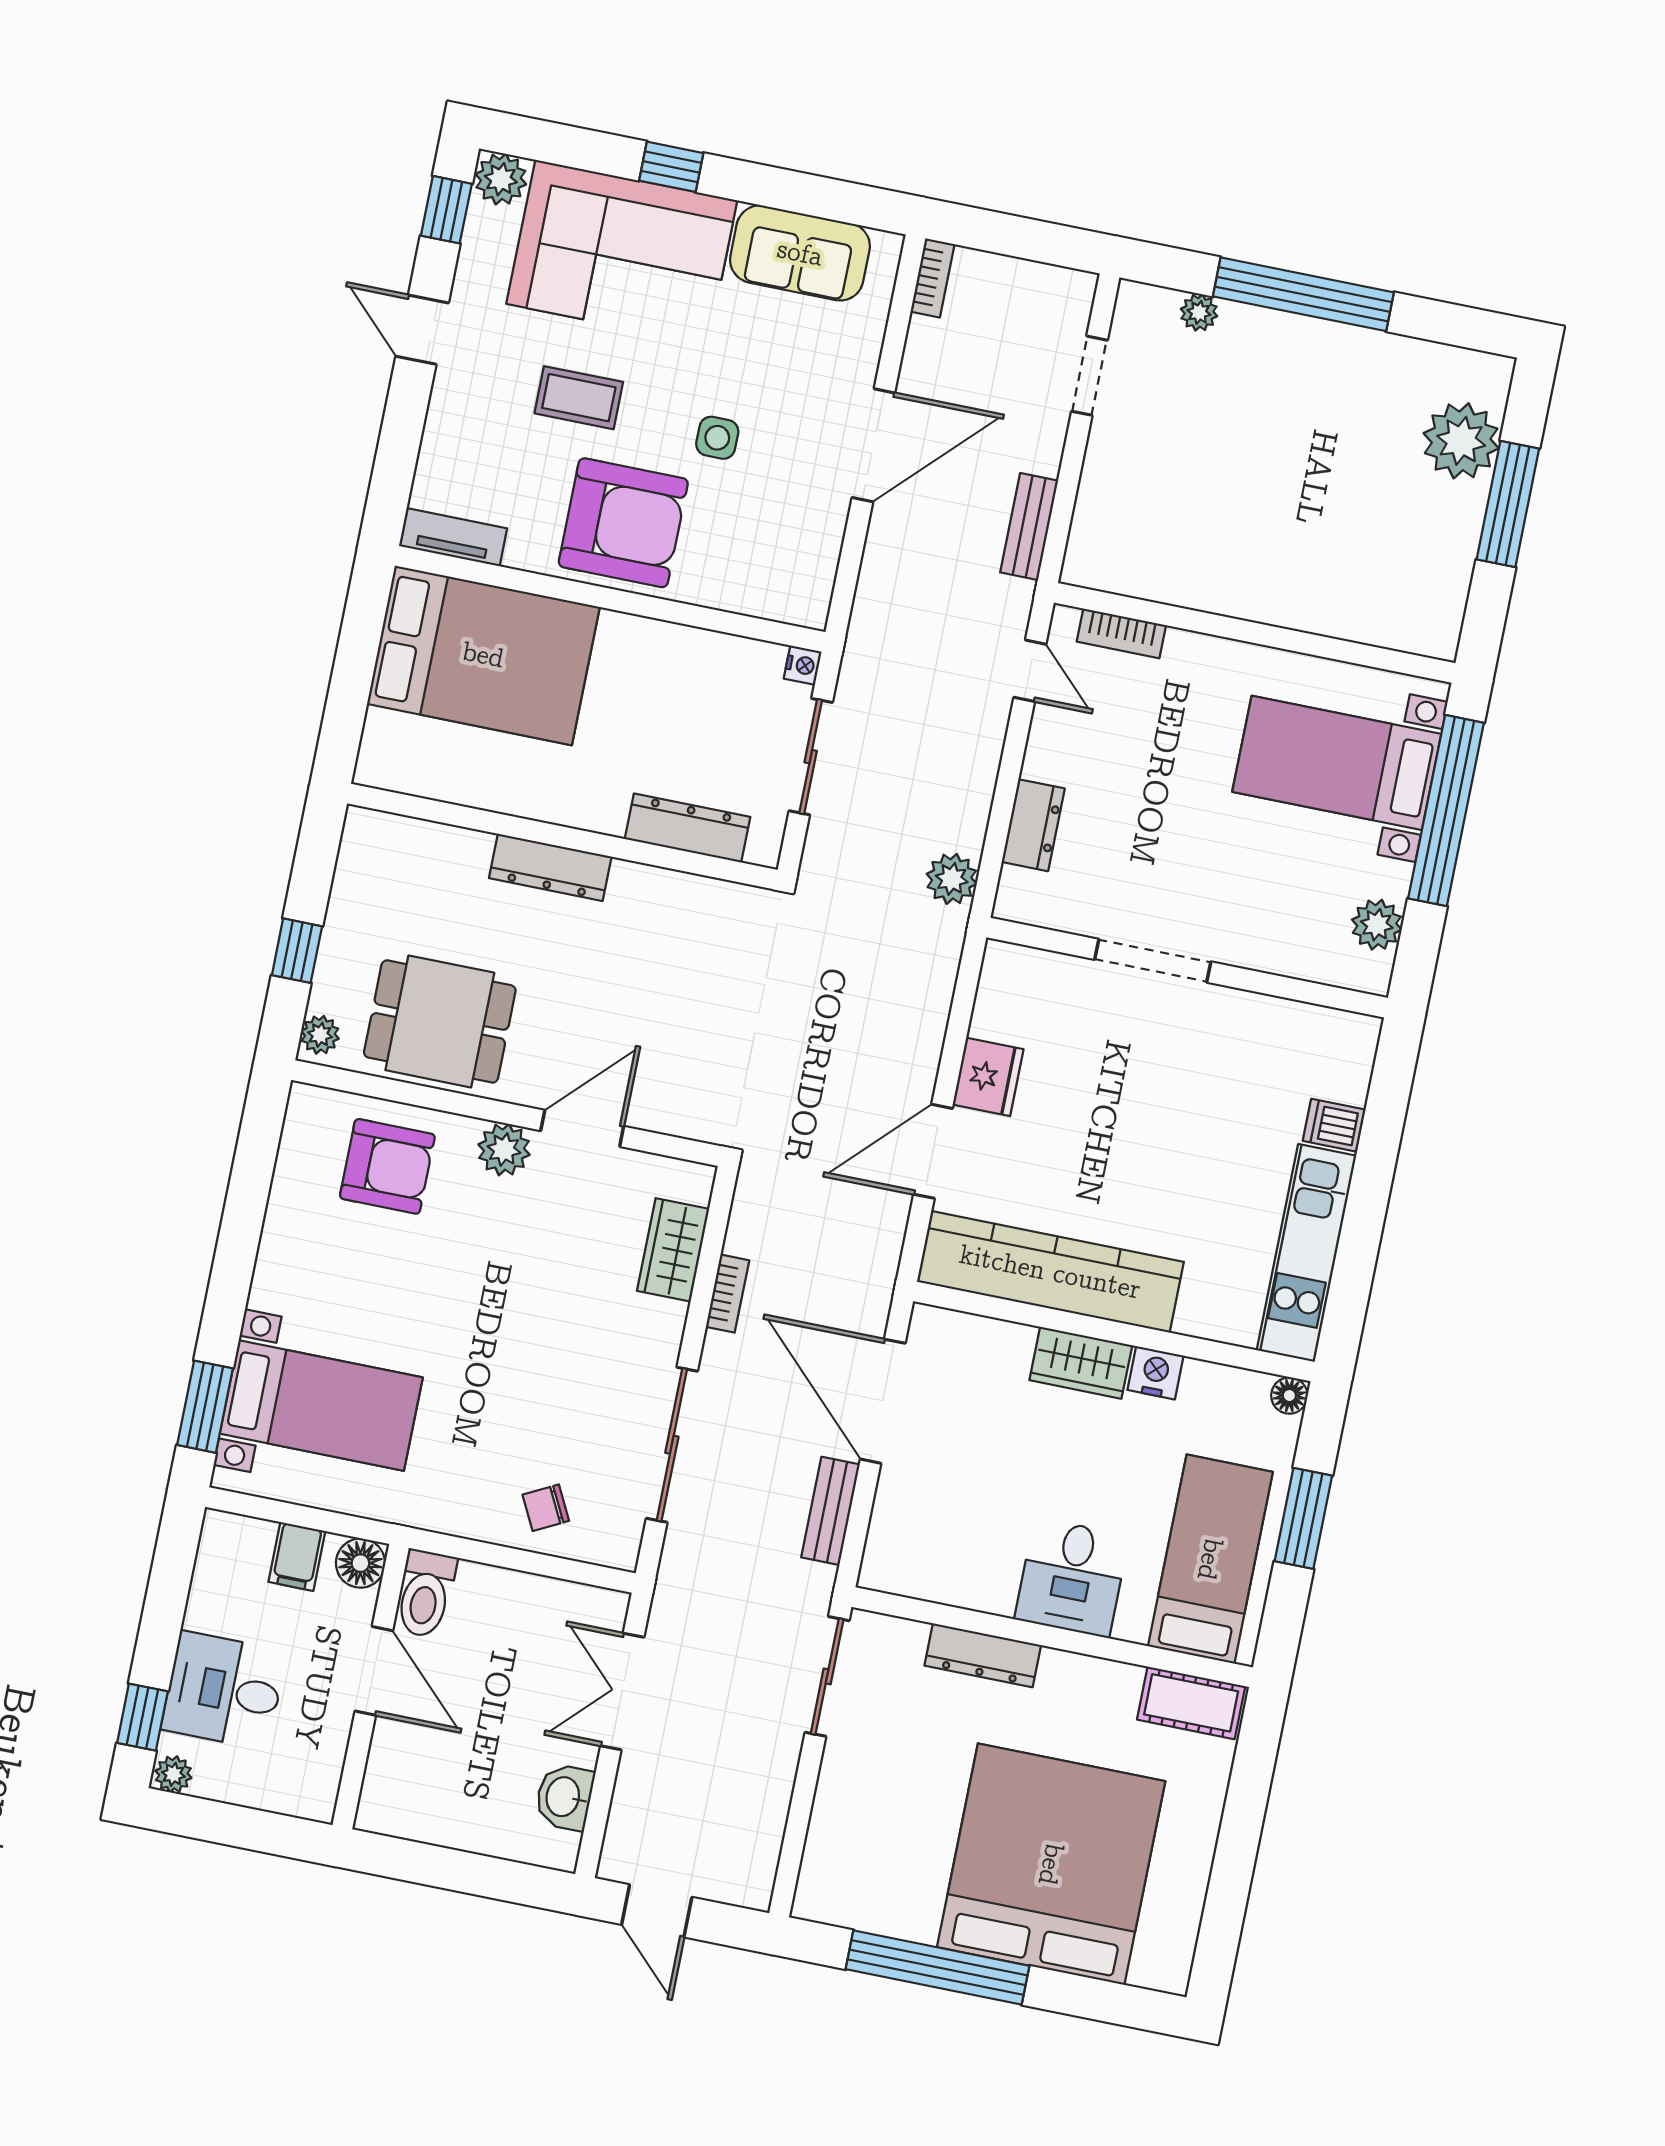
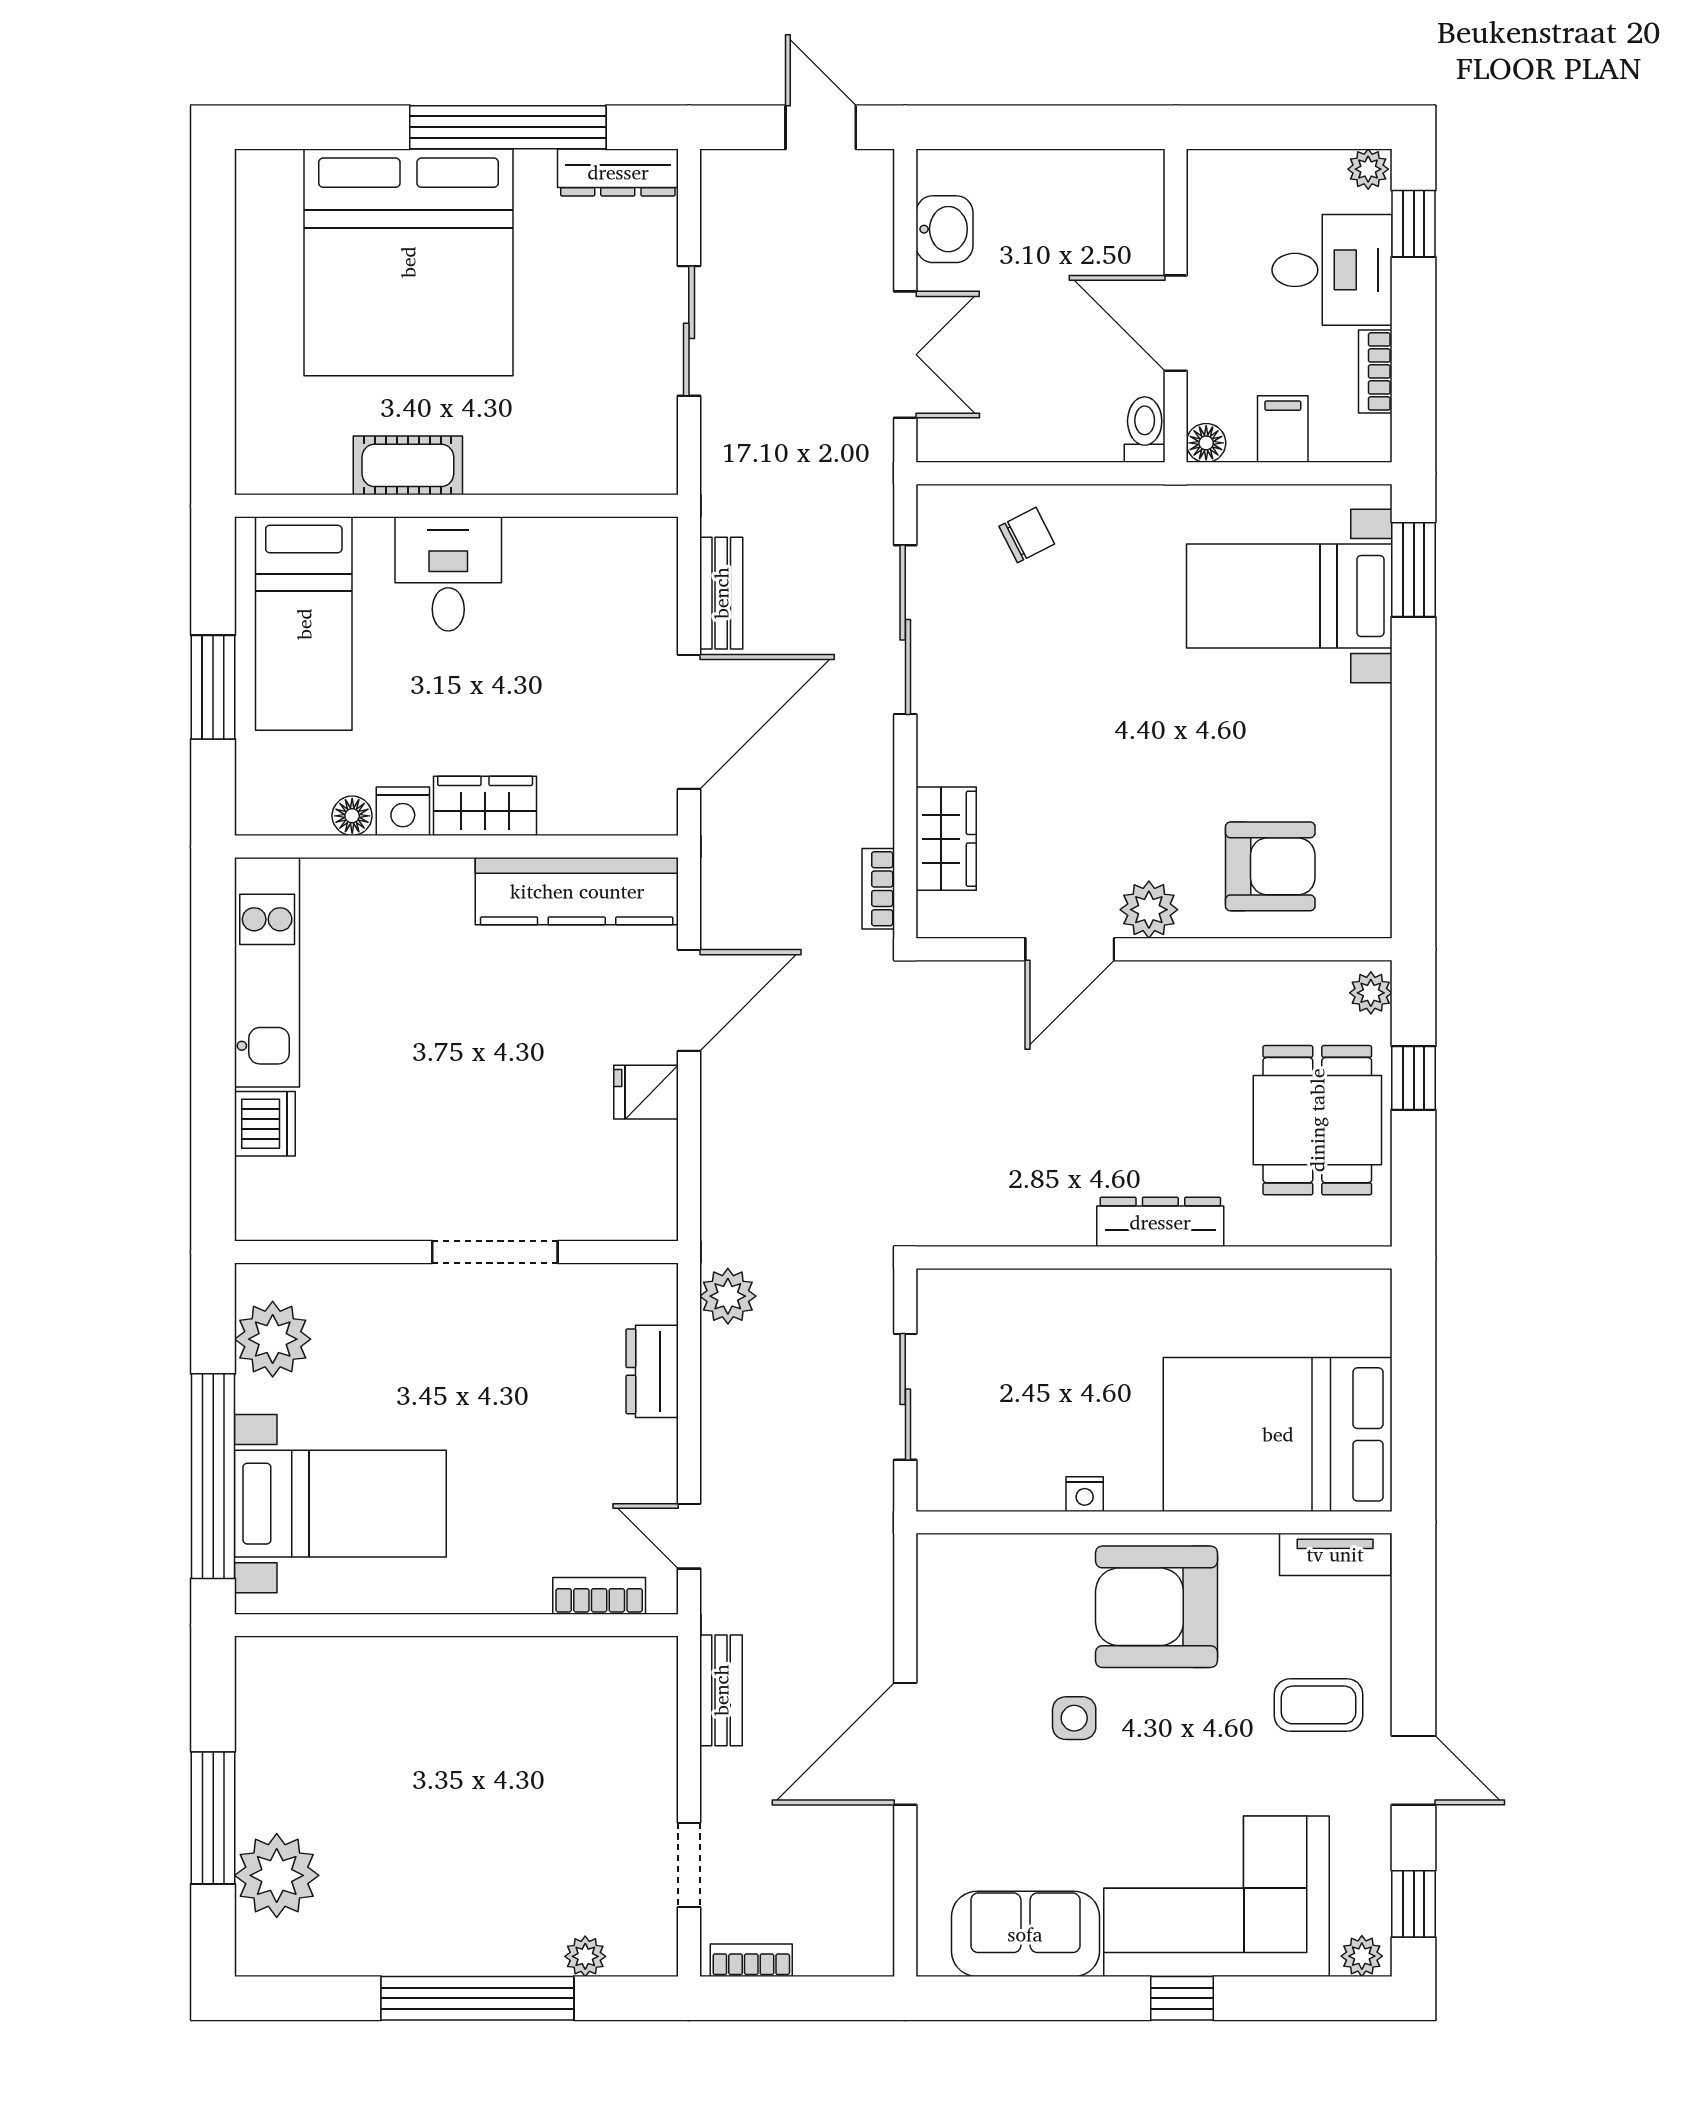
plant: (501, 179) -> (1362, 1956), width x0.73, depth x0.73
bookcase: (933, 278) -> (751, 1960), moved, turned 90
coffee table: (579, 398) -> (1319, 1705), moved
nightstand: (803, 665) -> (1085, 1494), moved, turned -90
dresser: (688, 828) -> (1022, 1294), removed
plant: (1377, 925) -> (273, 1339), width x1.36, depth x1.36
dining table: (440, 1021) -> (1317, 1120), moved, turned 90
fridge: (988, 1077) -> (646, 1092), width x0.72
dishwasher: (1334, 1125) -> (265, 1124), width x1.38
armchair: (387, 1166) -> (1270, 866), turned 180
kitchen counter: (1050, 1272) -> (577, 891), width x0.72, depth x0.86
bookcase: (728, 1294) -> (878, 889), moved
floor lamp: (1289, 1396) -> (352, 816), moved
door: (883, 1401) -> (689, 722), hinge flipped
floor lamp: (360, 1563) -> (1206, 443), width x0.73, depth x0.73
bookcase: (203, 1591) -> (1375, 371), added
toilet: (425, 1594) -> (1145, 430), width x0.73, depth x0.72
dresser: (983, 1655) -> (618, 172), moved, turned 180
sliding door: (827, 1676) -> (689, 331), moved
cot: (1191, 1703) -> (408, 465), moved

